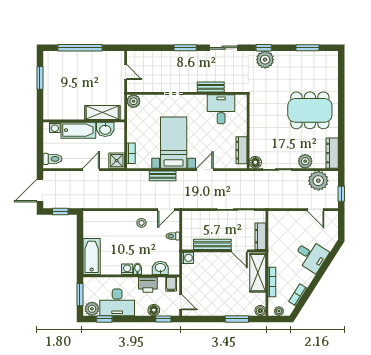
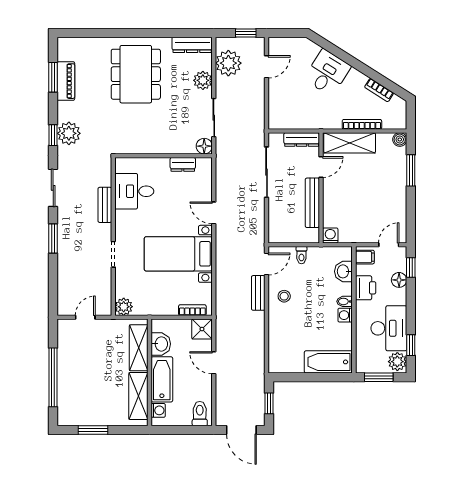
piano: (305, 57) -> (66, 81), added
shelving: (66, 112) -> (138, 396), added
dresser: (241, 150) -> (183, 164), width x0.70
bench: (163, 176) -> (258, 293), moved
door: (166, 210) -> (267, 264), hinge flipped
plant: (279, 311) -> (400, 115), removed

